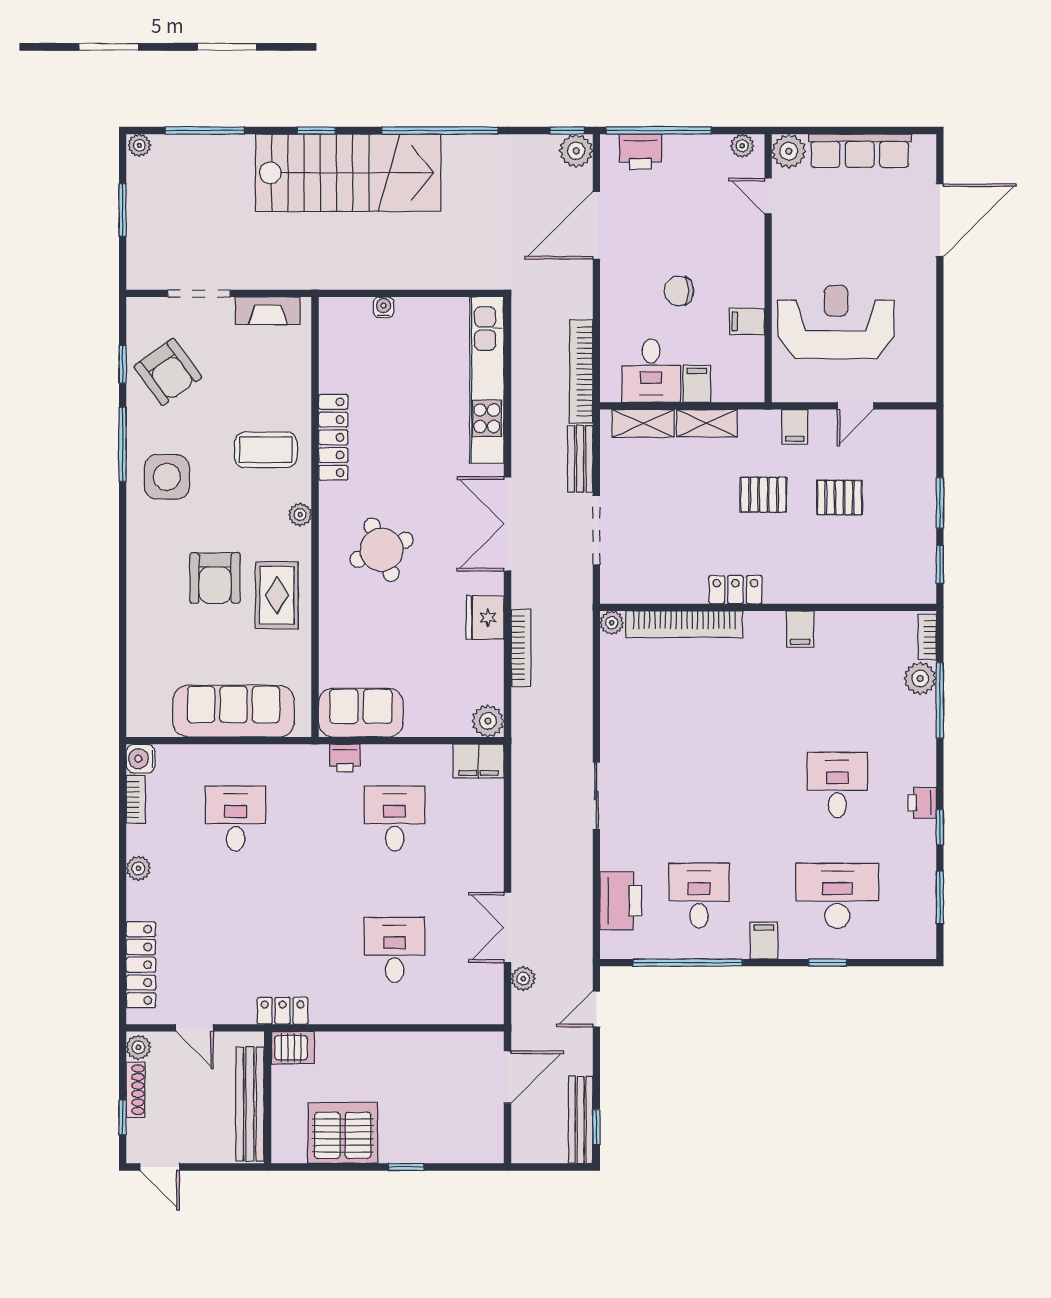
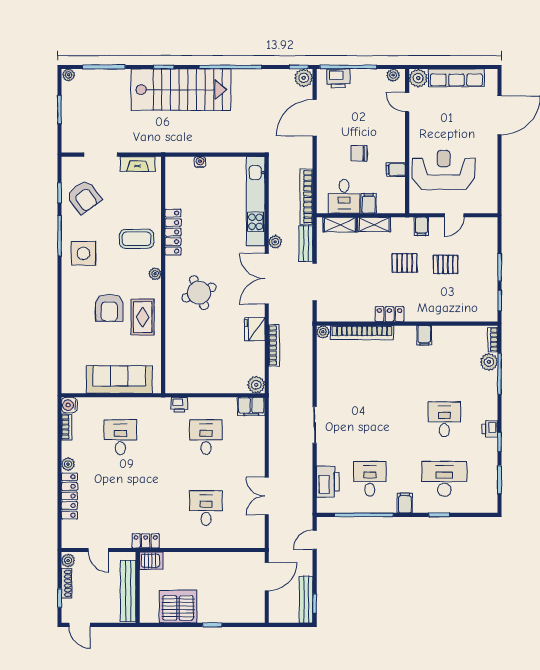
sofa: (361, 713) -> (188, 380), removed
locker: (141, 965) -> (69, 496), moved
plant: (523, 979) -> (275, 242), moved

